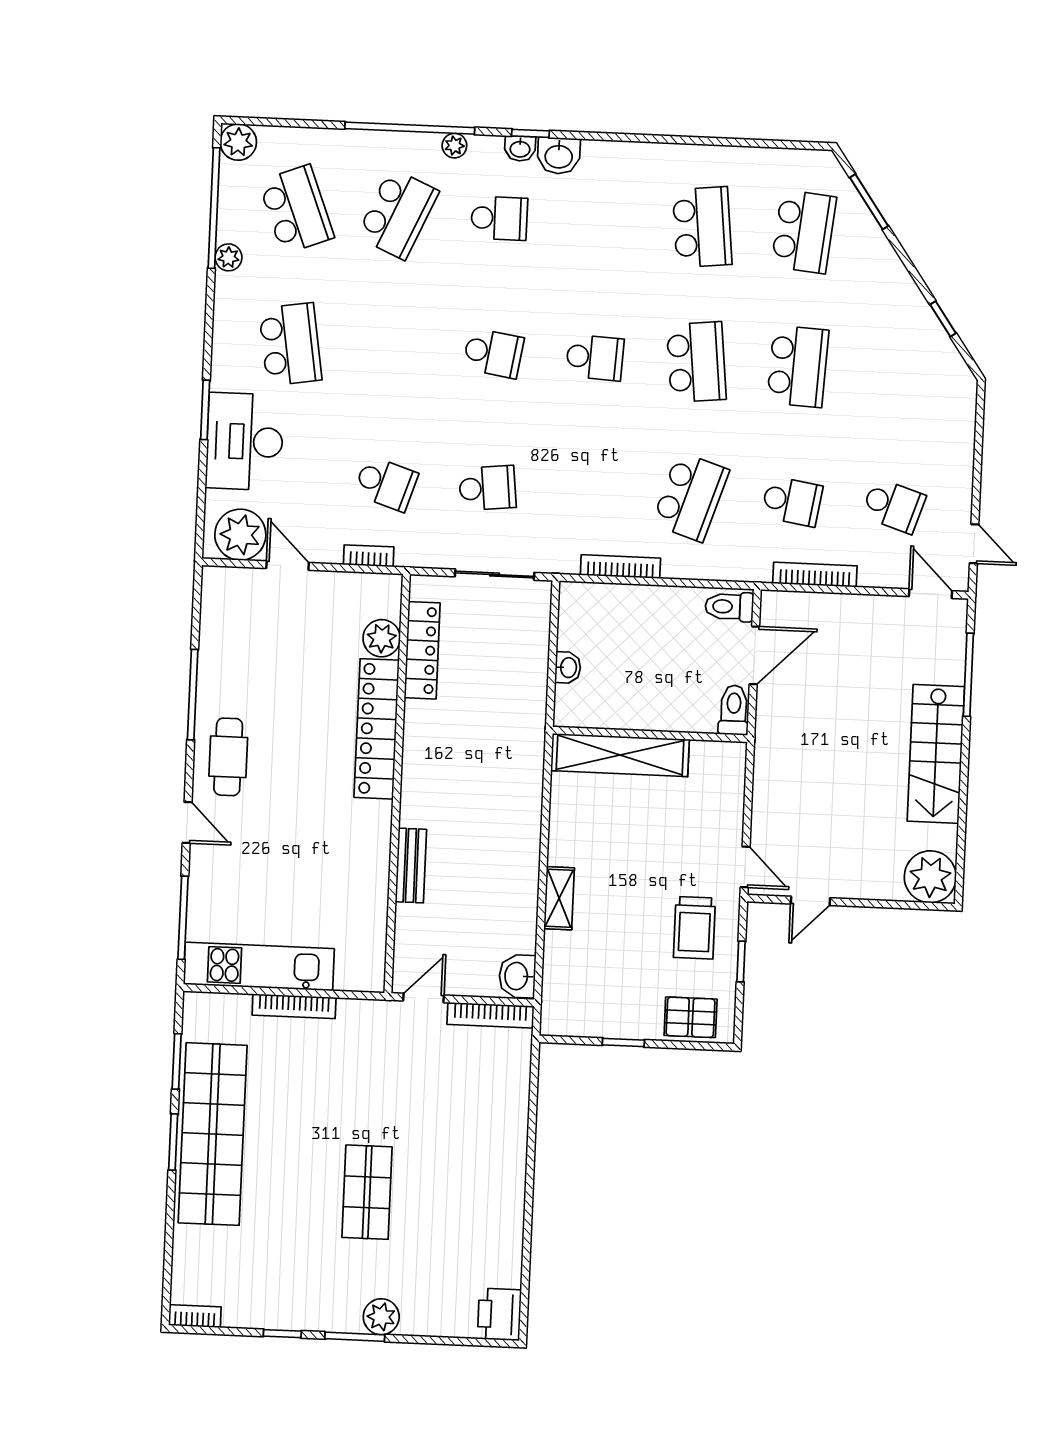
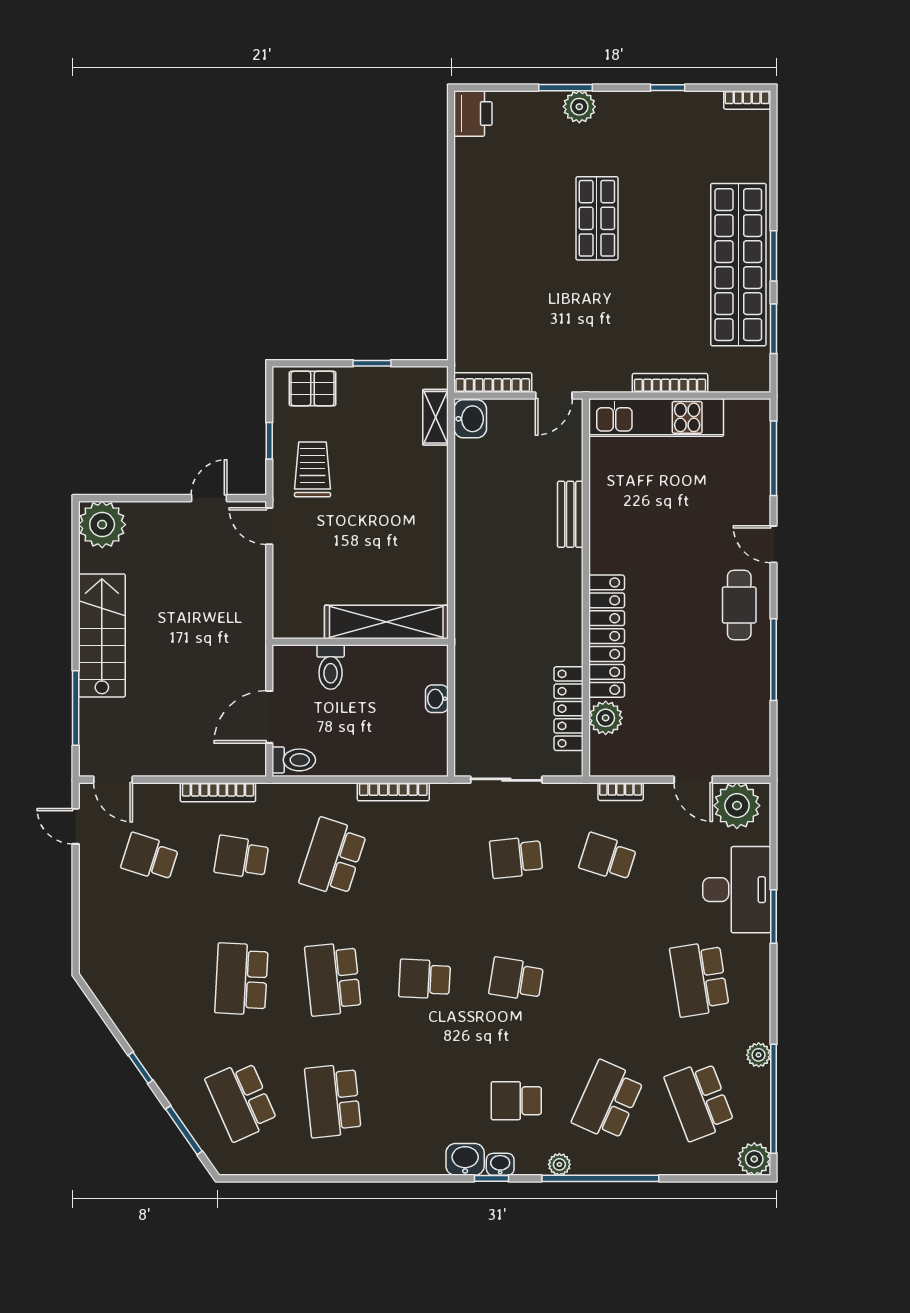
school desk: (804, 232) -> (241, 1101), turned -30
window: (943, 319) -> (140, 1068), moved
toilet: (734, 710) -> (331, 667), moved
shelving: (559, 898) -> (436, 417), moved
kitchen unit: (259, 966) -> (656, 417), moved
window: (355, 1337) -> (566, 88), moved

